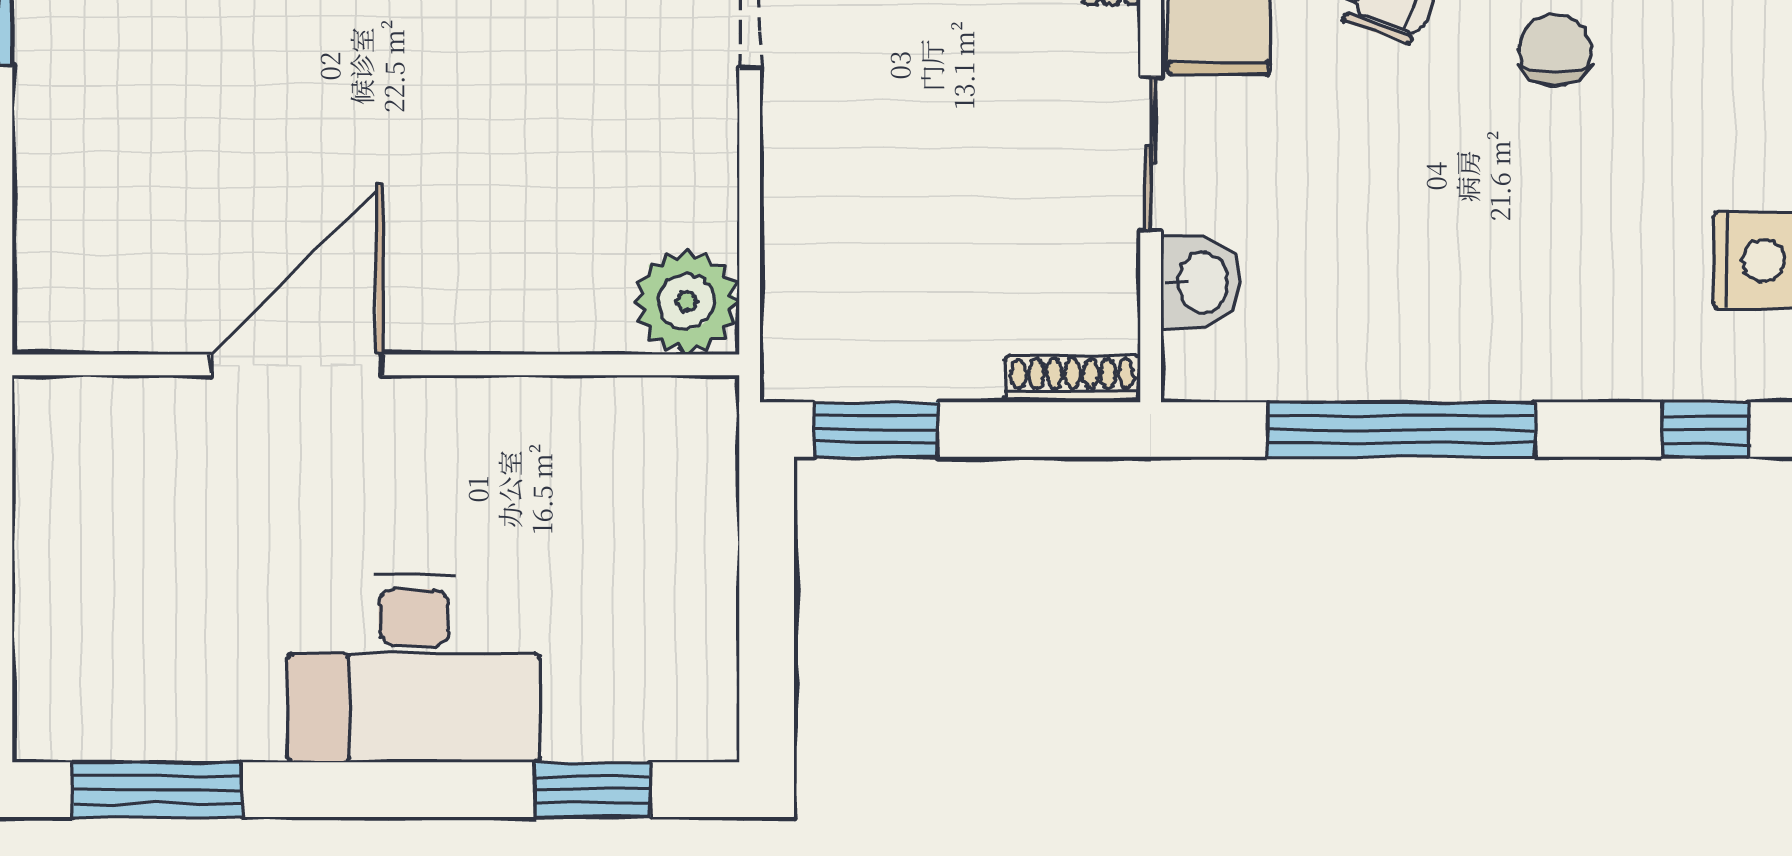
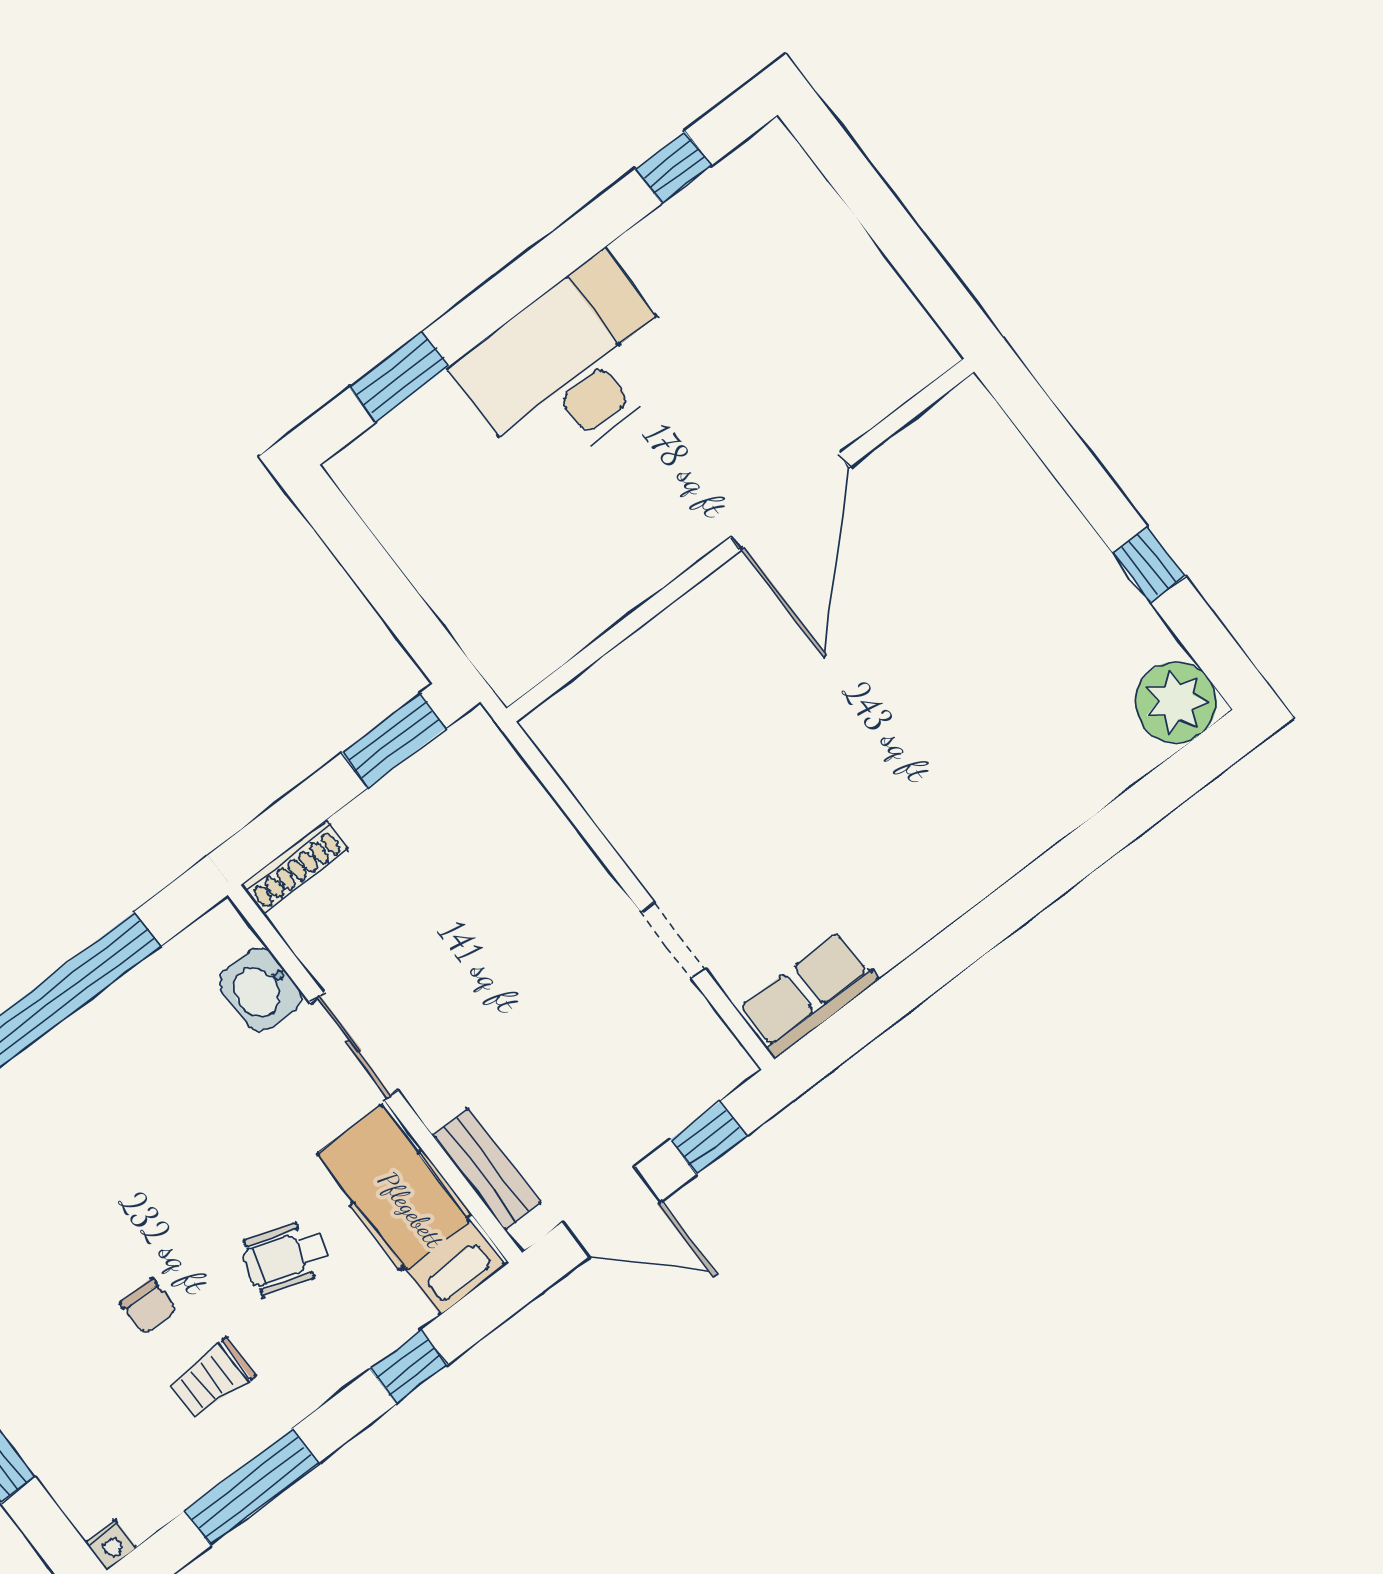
chair: (1555, 50) -> (149, 1306), width x0.73, depth x0.73
plant: (686, 302) -> (575, 730), removed
window: (157, 790) -> (673, 167), width x0.46

